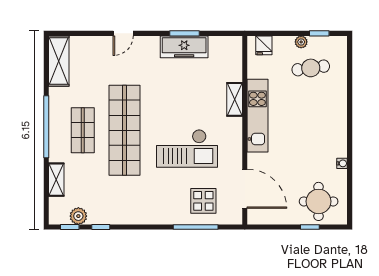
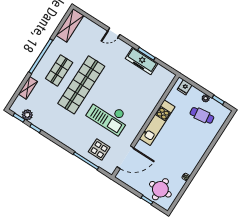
shelving: (235, 99) -> (151, 106), removed
door: (245, 189) -> (125, 157), hinge flipped

